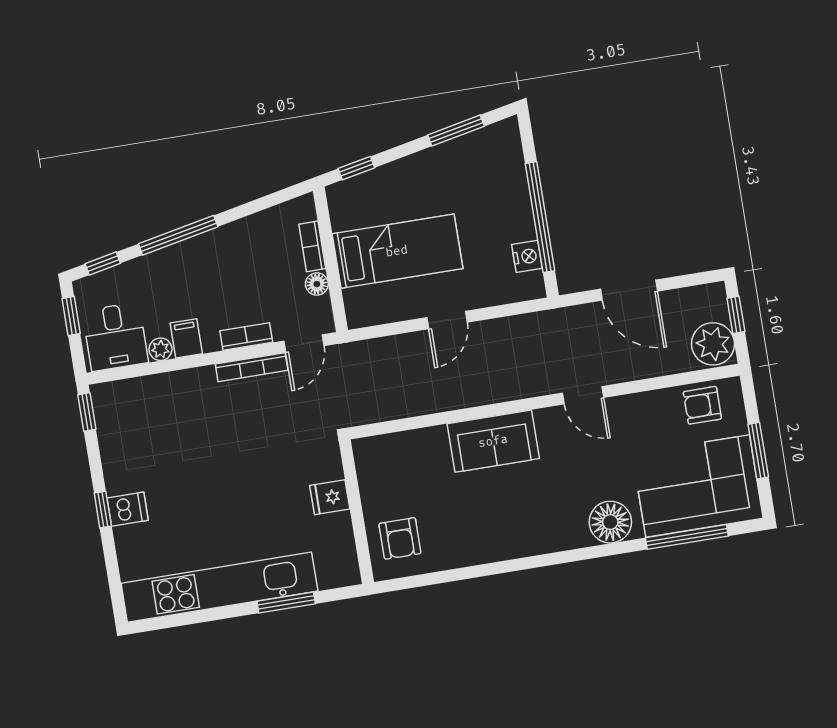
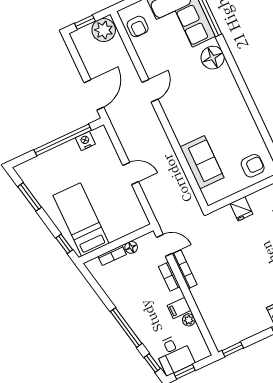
bed: (397, 251) -> (81, 220), moved
door: (629, 290) -> (94, 95), moved
desk: (115, 337) -> (174, 354), moved, turned 90
sofa: (493, 441) -> (202, 162), moved

